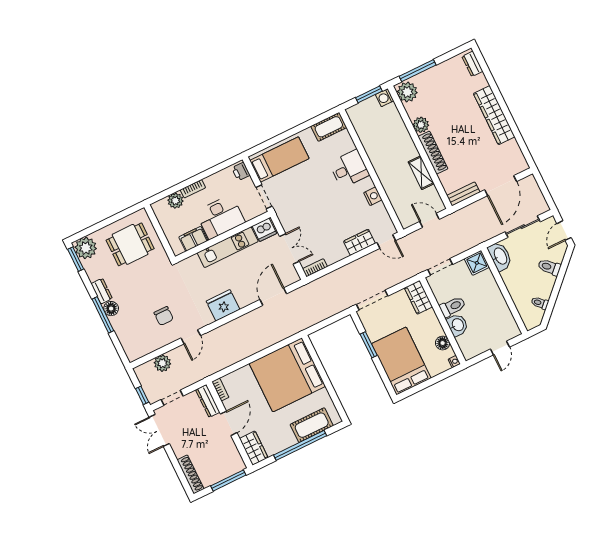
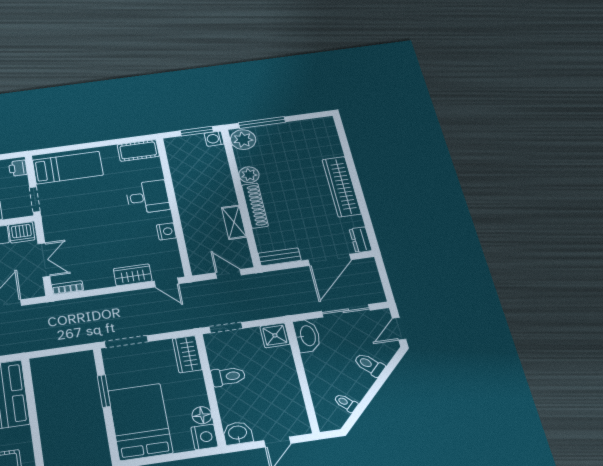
dresser: (472, 64) -> (361, 240), moved
washbasin: (457, 325) -> (238, 433), moved, turned -90
nightstand: (454, 362) -> (204, 437), width x1.89, depth x1.79

